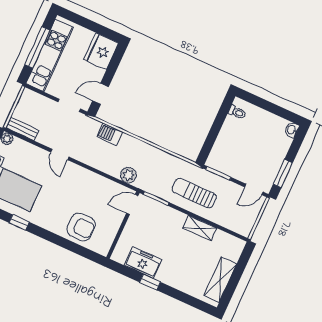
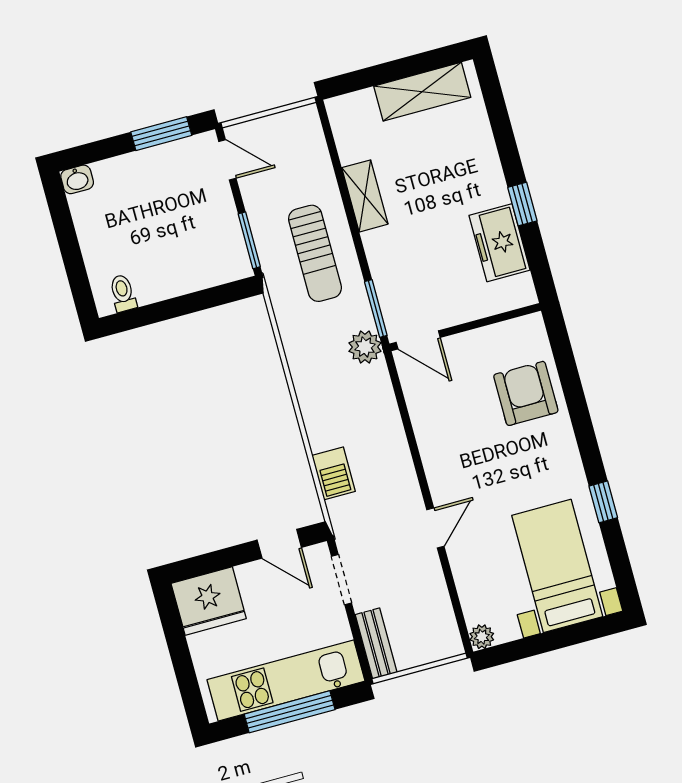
bench: (22, 129) -> (376, 644), moved
plant: (128, 175) -> (365, 347), moved

